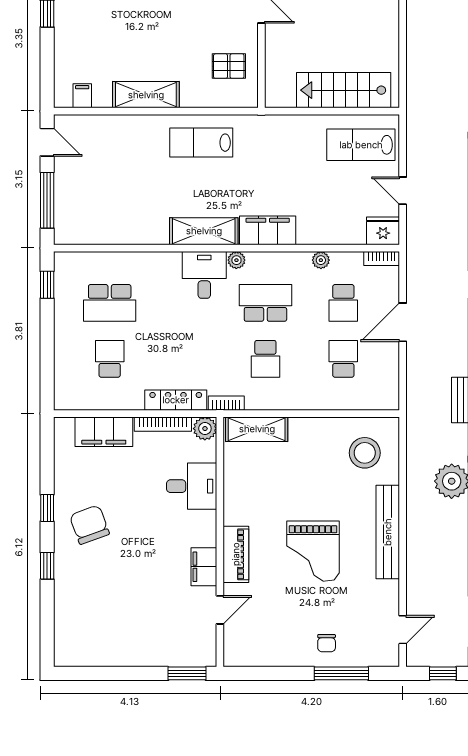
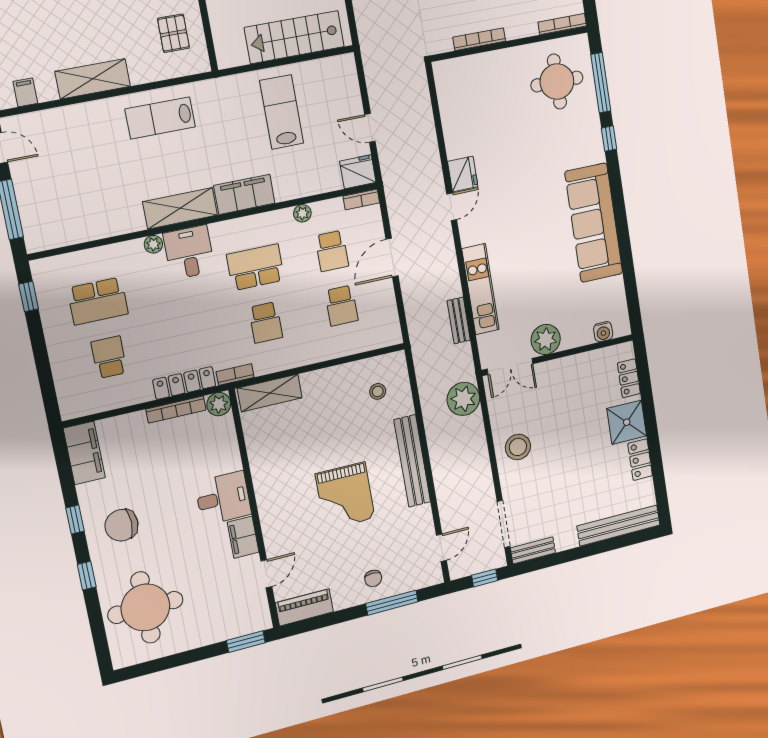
pallet: (229, 66) -> (173, 33), turned 90
lab bench: (361, 145) -> (282, 112), moved, turned 90
plant: (236, 260) -> (153, 244), moved
school desk: (343, 359) -> (341, 306), turned 180
filing cabinet: (104, 432) -> (84, 453), moved, turned -90
stool: (365, 453) -> (378, 391), width x0.53, depth x0.53
desk: (192, 486) -> (223, 498), moved
chair: (89, 525) -> (122, 525), turned -70
piano: (236, 554) -> (304, 607), moved, turned -90
round table: (96, 612) -> (145, 607), added

